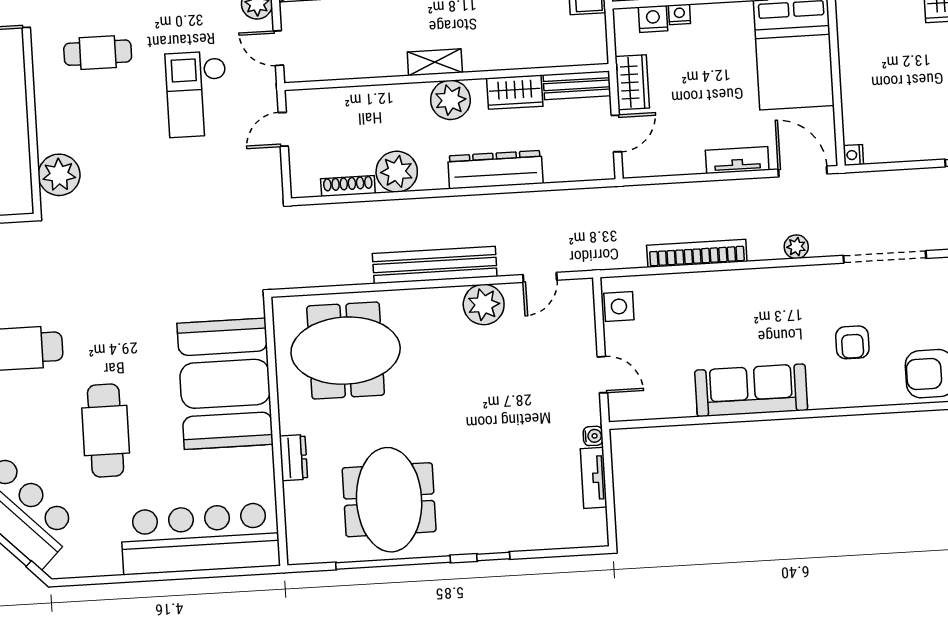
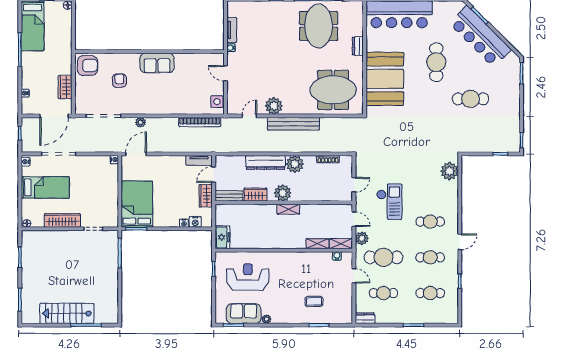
tv unit: (737, 160) -> (199, 160), moved
door: (803, 171) -> (136, 154), swing flipped
plant: (397, 172) -> (295, 164), moved
bookcase: (697, 253) -> (200, 122), moved
sofa: (751, 390) -> (157, 63), width x0.73

